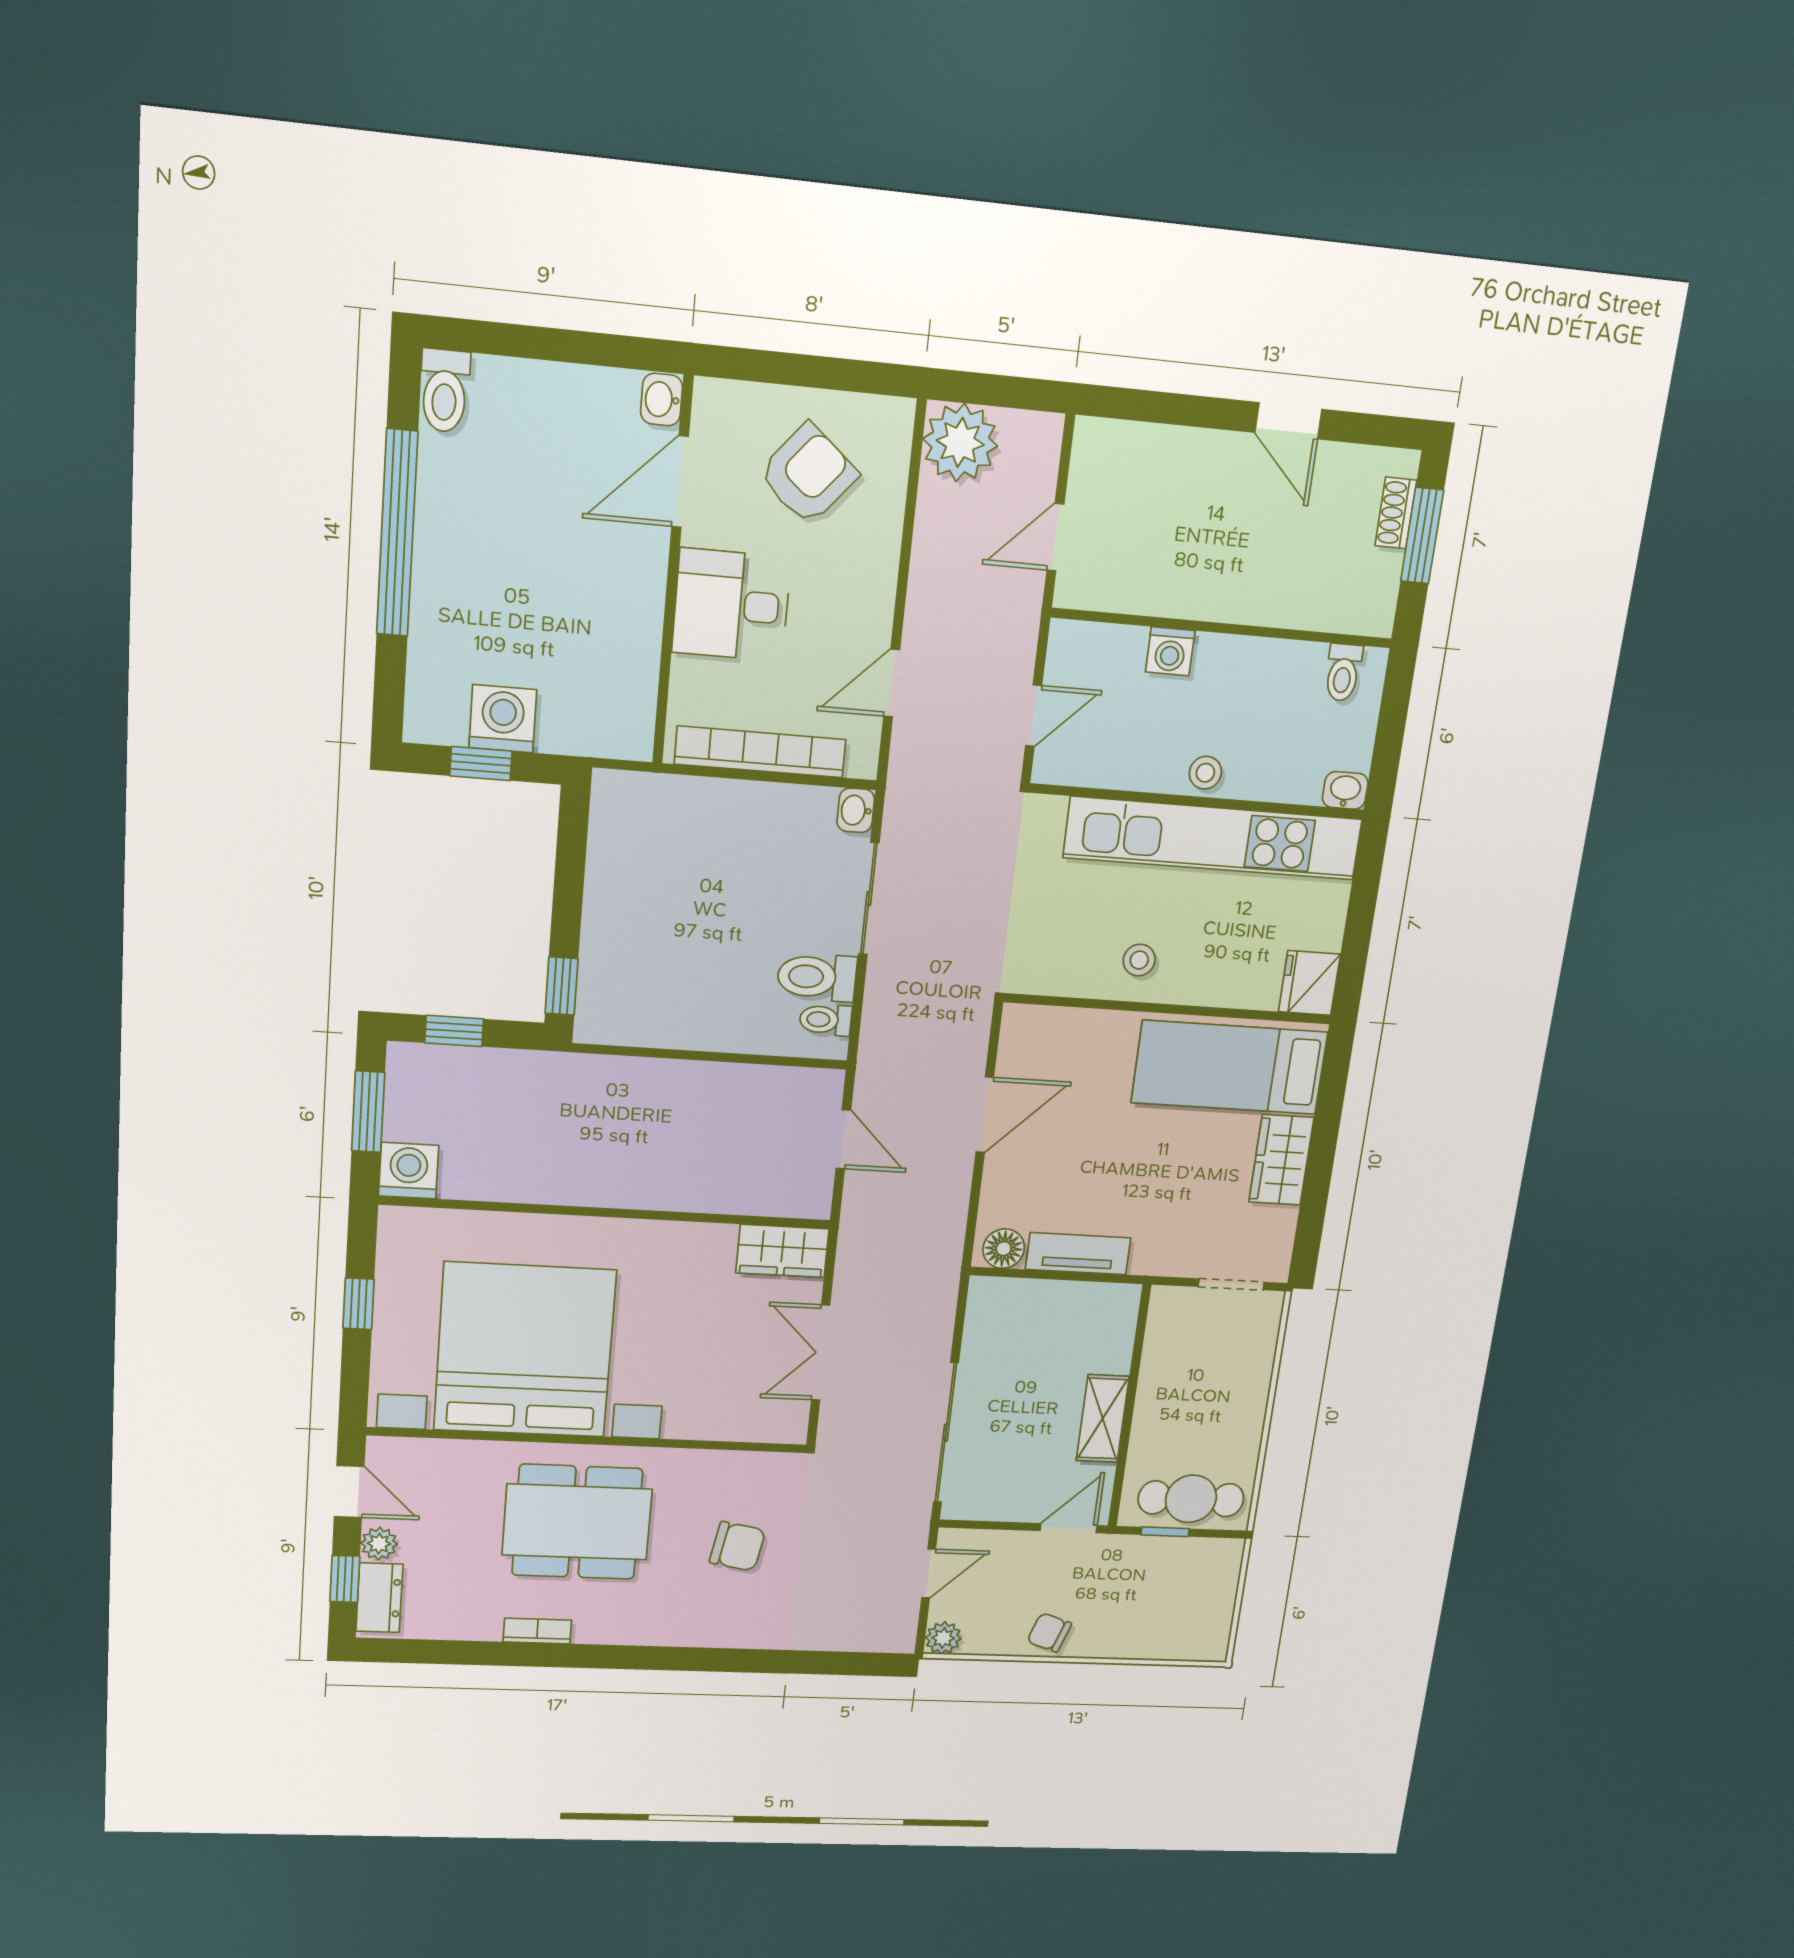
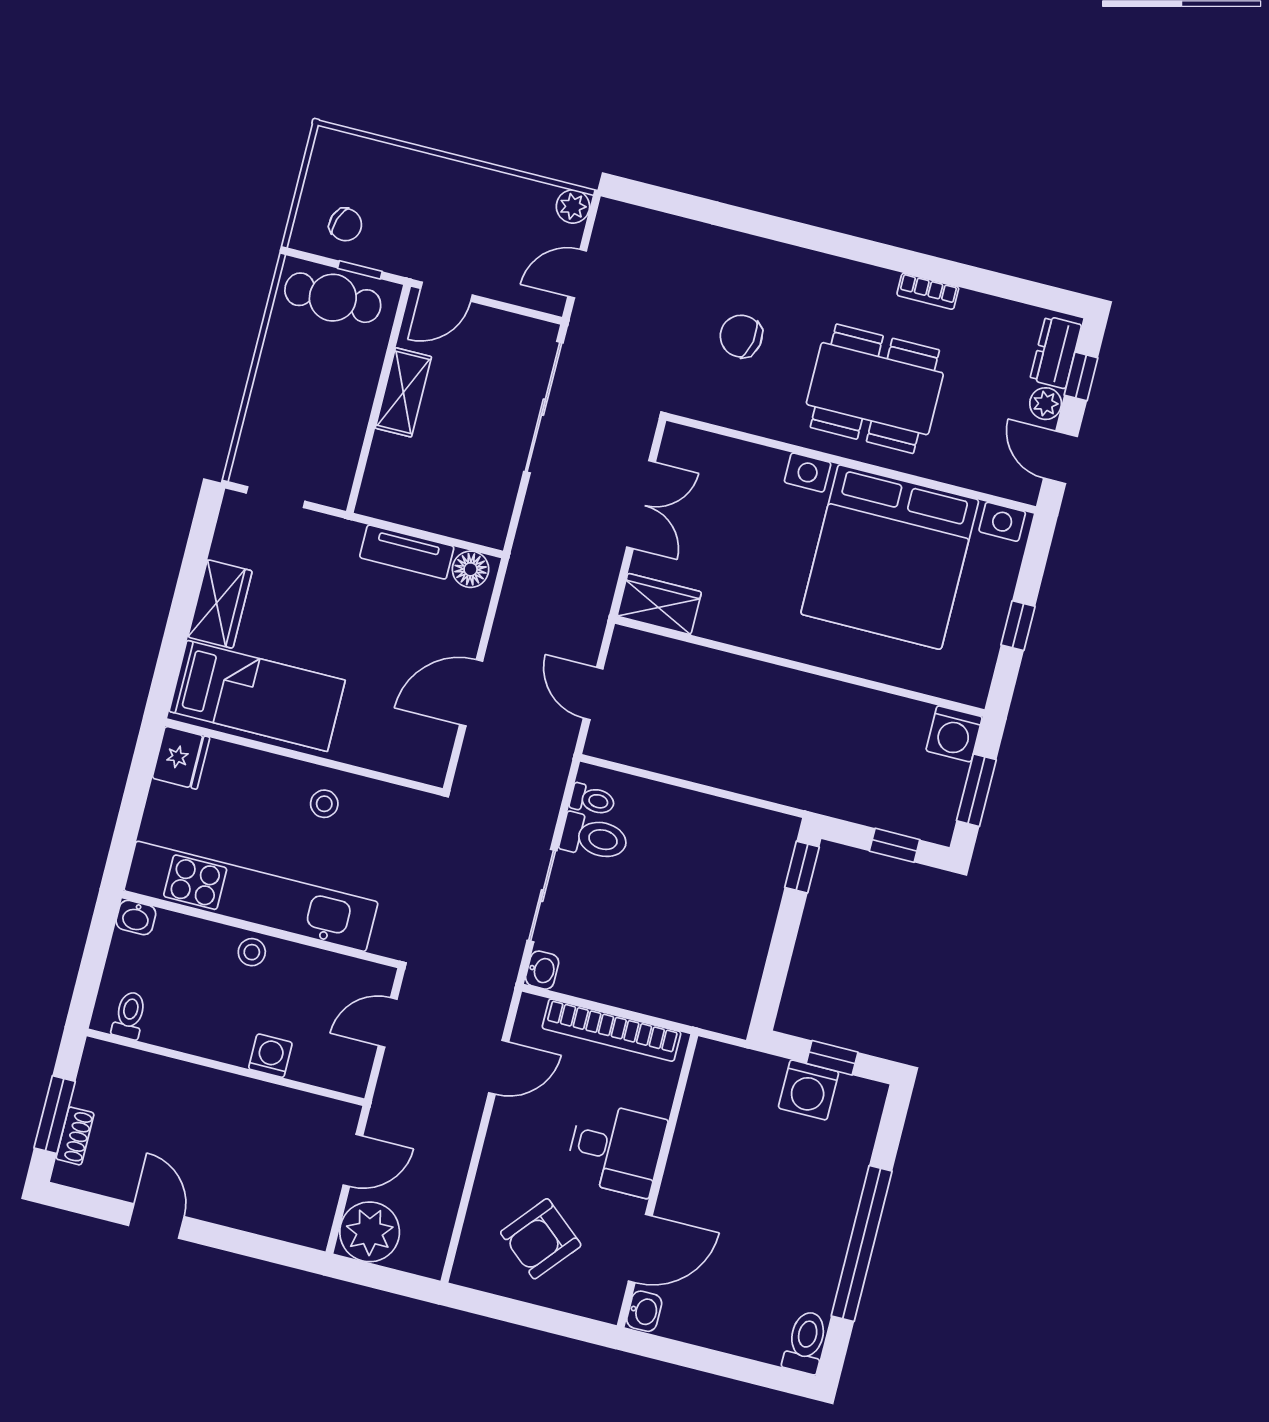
plant: (960, 442) -> (370, 1232), moved
chair: (1049, 1632) -> (346, 225), moved

